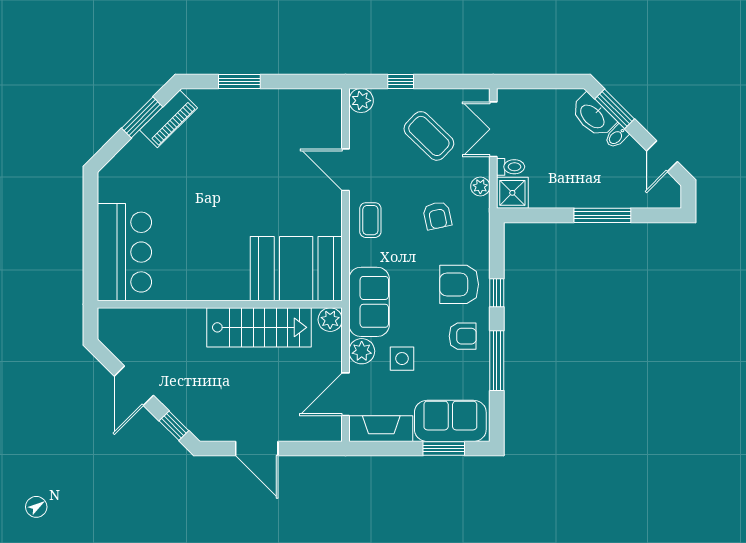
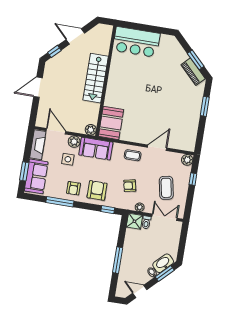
coffee table: (429, 136) -> (166, 188), turned -55
booth: (296, 269) -> (111, 123), width x0.73, depth x0.70
window: (497, 293) -> (108, 210), moved
stairs: (259, 327) -> (96, 78), moved

